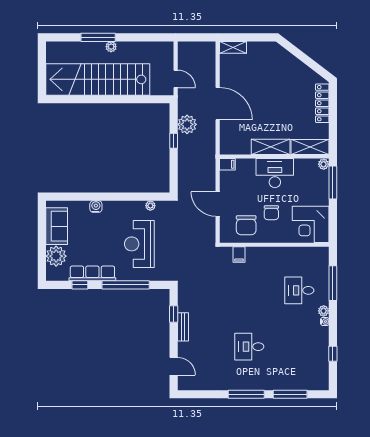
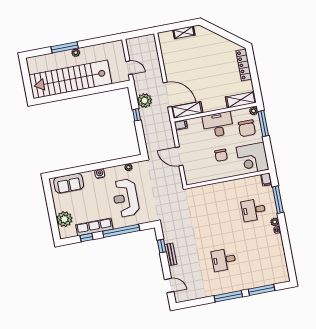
shelving: (233, 47) -> (184, 32), moved
door: (218, 104) -> (167, 95), moved
shelving: (271, 147) -> (187, 110), moved
water cooler: (96, 207) -> (100, 174), moved
chair: (246, 225) -> (247, 128), moved
sofa: (57, 226) -> (69, 183), moved, turned 90
filing cabinet: (239, 255) -> (266, 179), moved
window: (333, 354) -> (288, 253), removed

